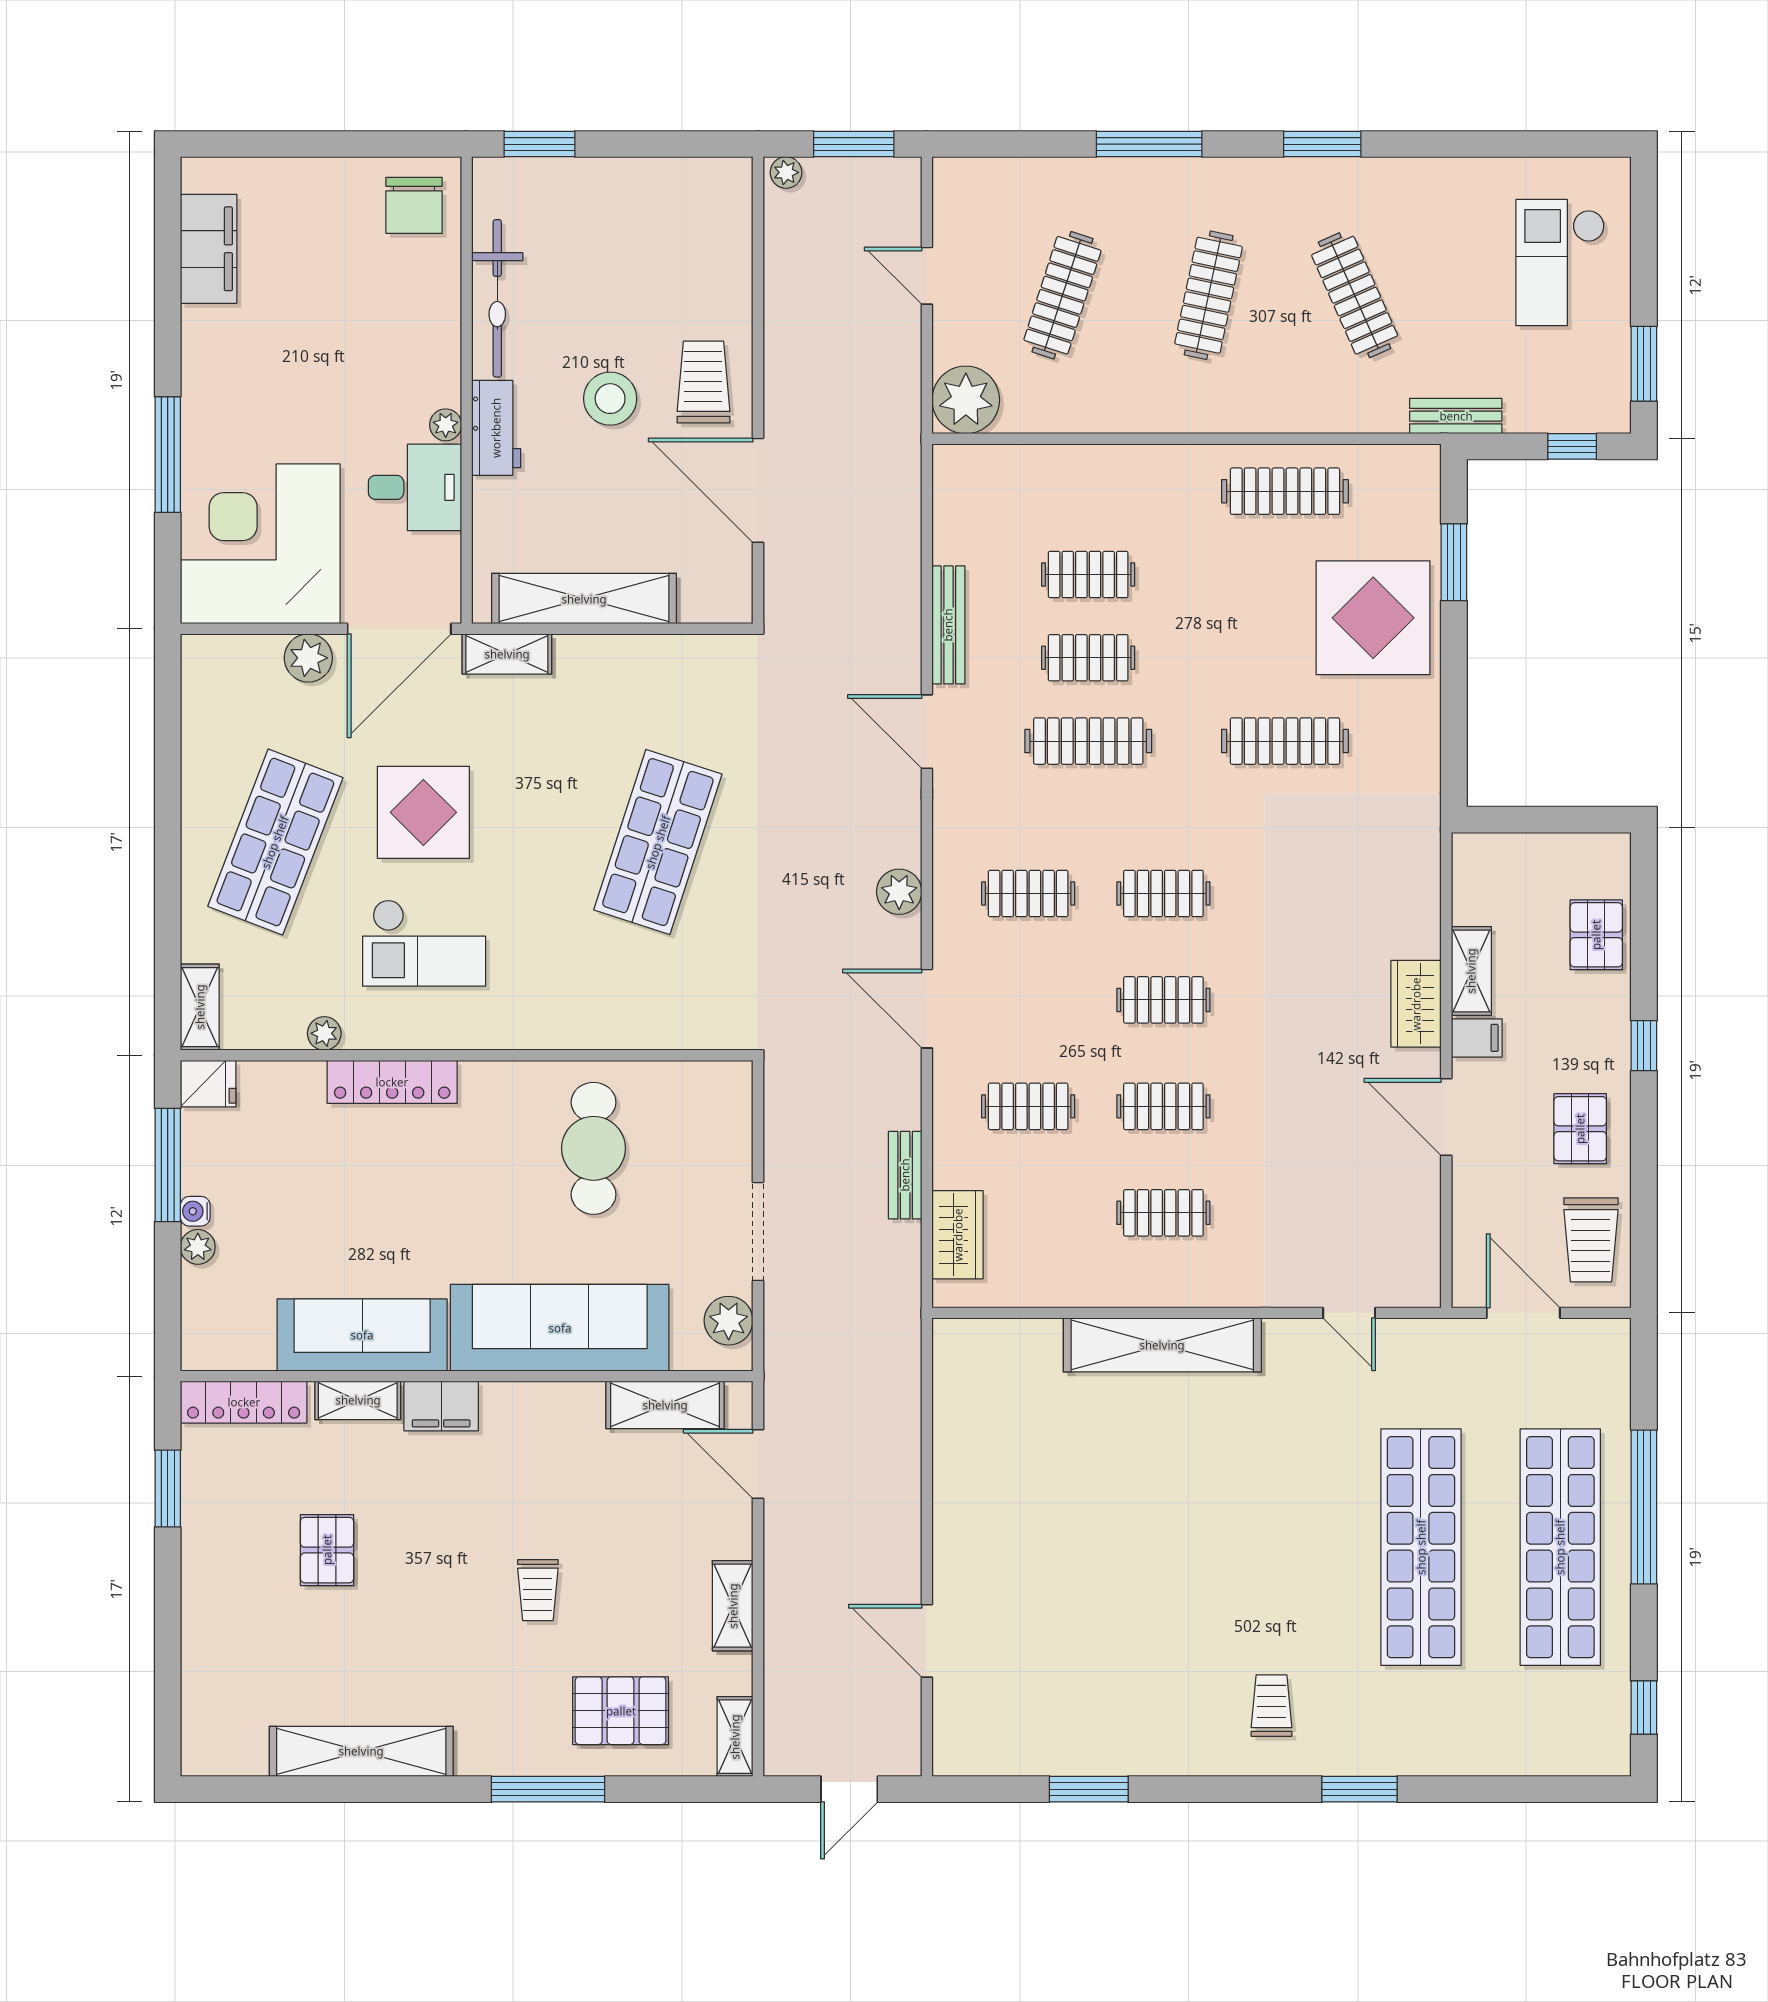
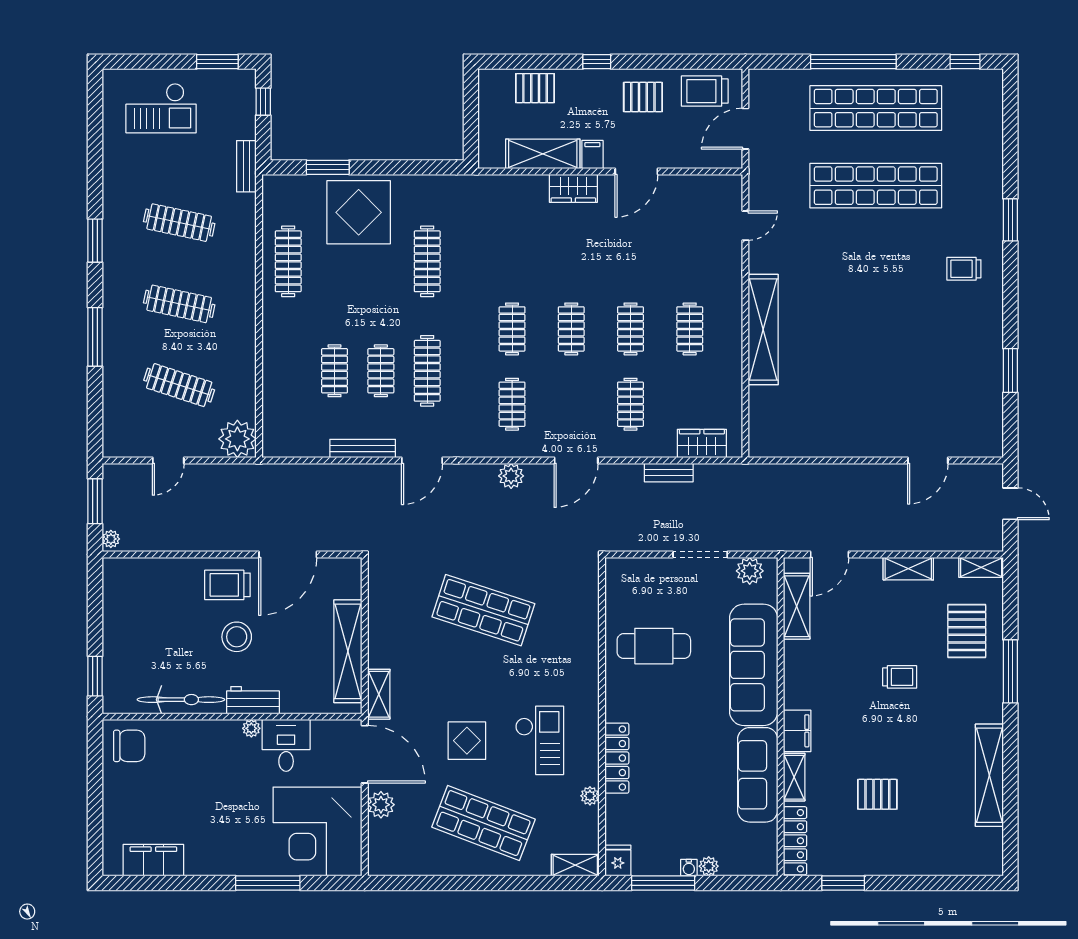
clothes rail: (1355, 295) -> (179, 223), turned 36
display table: (423, 812) -> (467, 741), width x0.73, depth x0.73
shelving: (1471, 971) -> (543, 154), width x1.50, depth x1.33
trolley: (1591, 1240) -> (705, 91), turned 180

